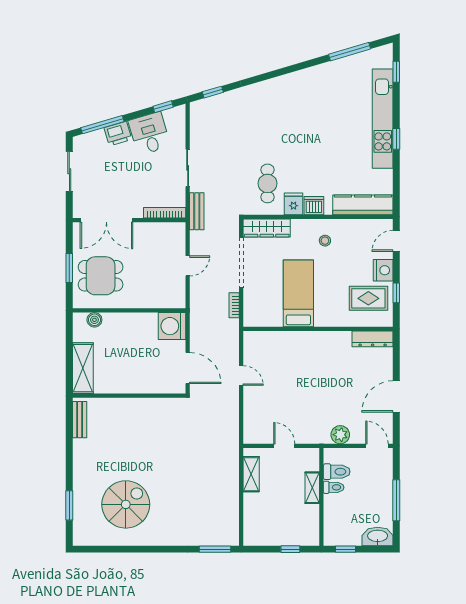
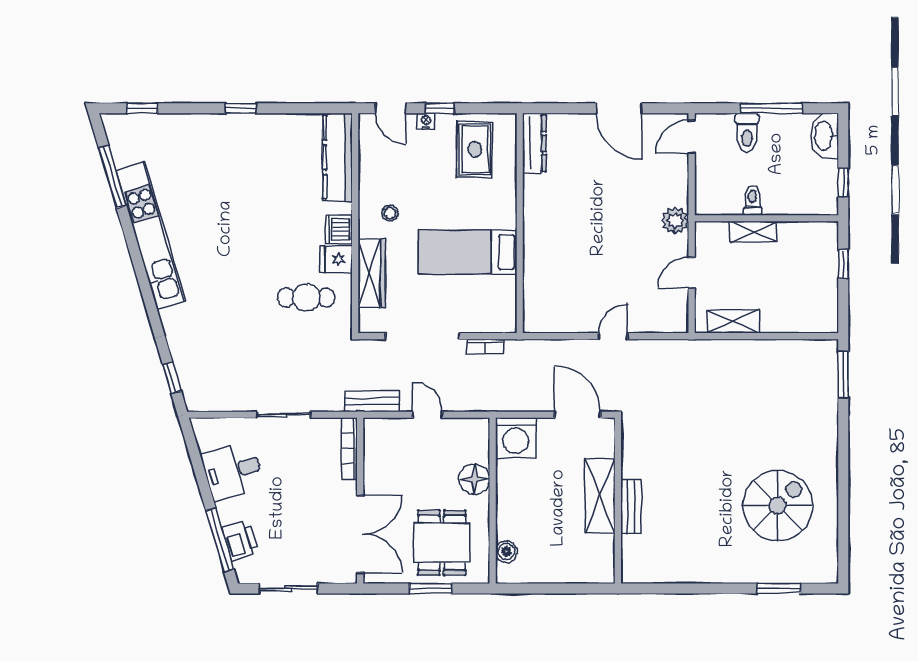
window: (163, 107) -> (193, 451), removed
kitchen unit: (383, 119) -> (151, 236), moved, turned -106
printer: (118, 134) -> (240, 541), moved
bench: (197, 211) -> (372, 401), moved
wardrobe: (267, 228) -> (371, 274), moved
nightstand: (383, 270) -> (426, 121), width x0.53, depth x0.56
window: (396, 293) -> (440, 108), moved
floor lamp: (144, 298) -> (474, 479), added
shelving: (83, 368) -> (600, 496), moved, turned 90
door: (188, 368) -> (577, 415), hinge flipped
door: (241, 375) -> (613, 336), moved
bench: (80, 420) -> (631, 507), moved, turned 90
plant: (340, 435) -> (675, 221), moved
toilet: (337, 472) -> (747, 133), moved, turned 180
spiral stairs: (126, 504) -> (778, 506), turned 90

